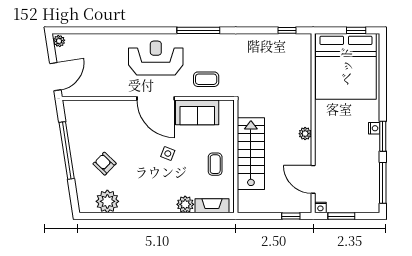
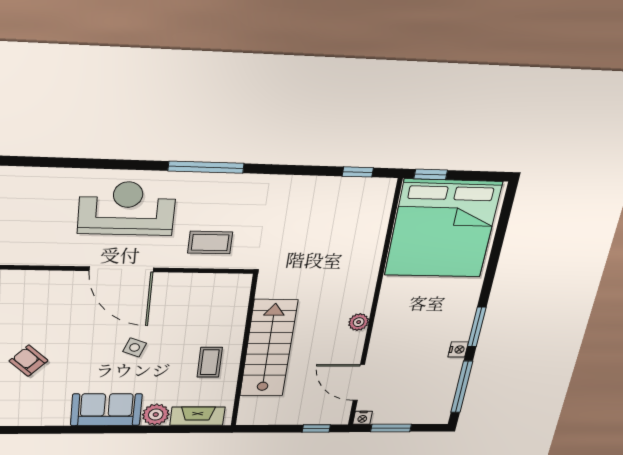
window: (356, 30) -> (431, 174), moved
sofa: (197, 112) -> (106, 410), moved, turned 180
nightstand: (374, 128) -> (458, 350), moved
plant: (107, 201) -> (31, 411), removed

